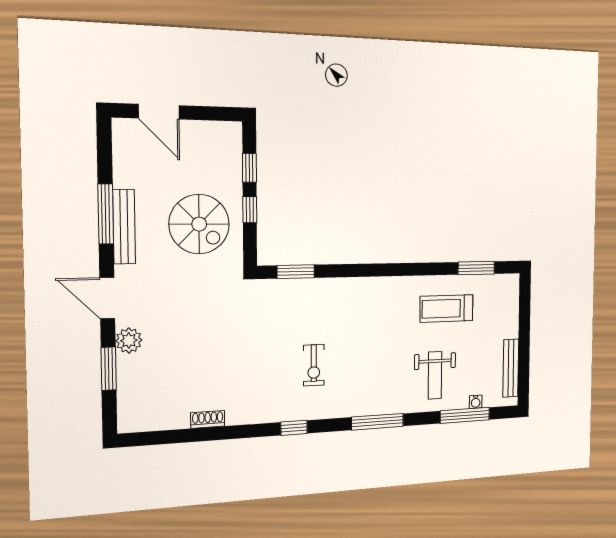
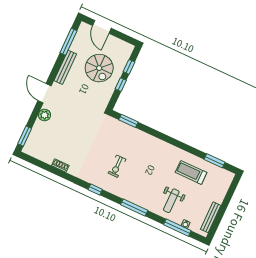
window: (106, 214) -> (68, 42), moved
spiral stairs: (199, 224) -> (99, 68), moved
window: (109, 369) -> (25, 136), moved

